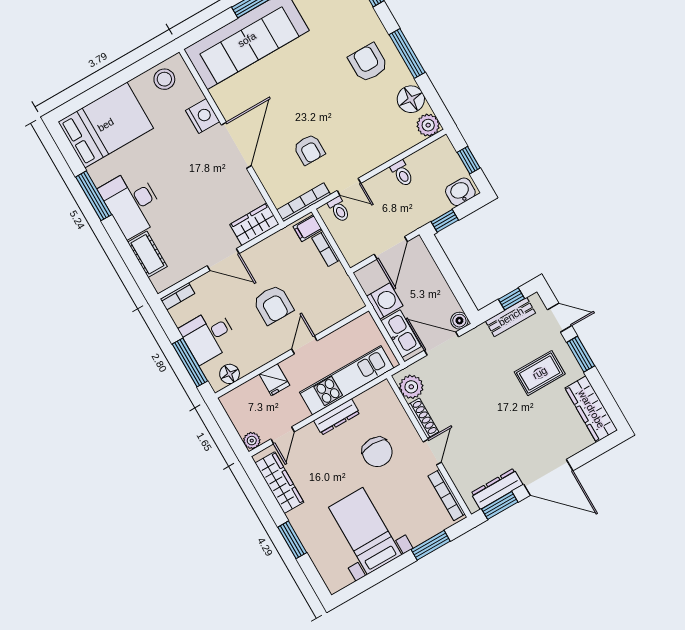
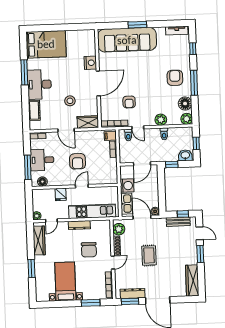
stool: (164, 79) -> (70, 101), moved
plant: (383, 151) -> (161, 120), added
rug: (540, 373) -> (149, 255), moved, turned 90

